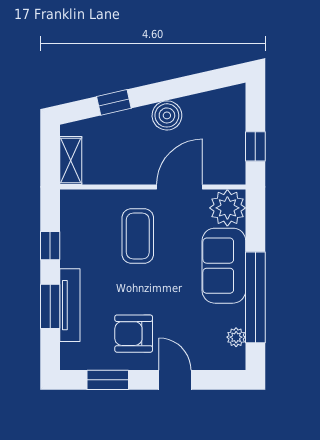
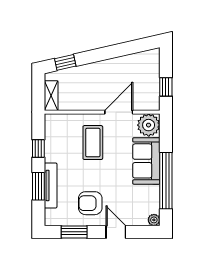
window: (114, 102) -> (65, 62), moved
boiler: (167, 115) -> (111, 68), removed
plant: (236, 337) -> (154, 220), moved

